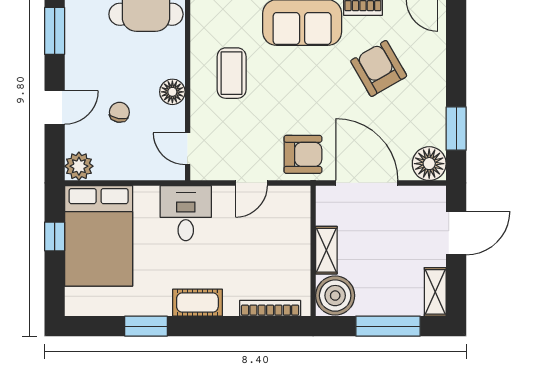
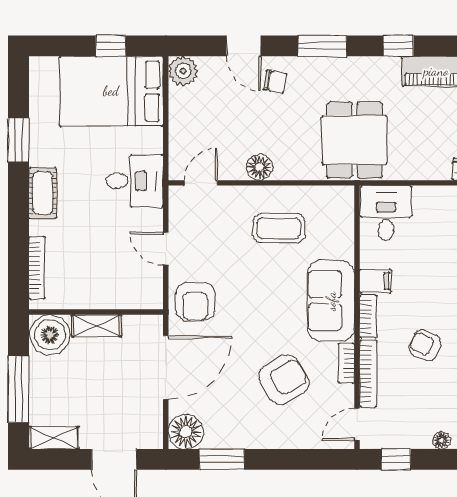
chair: (119, 112) -> (275, 82), moved

